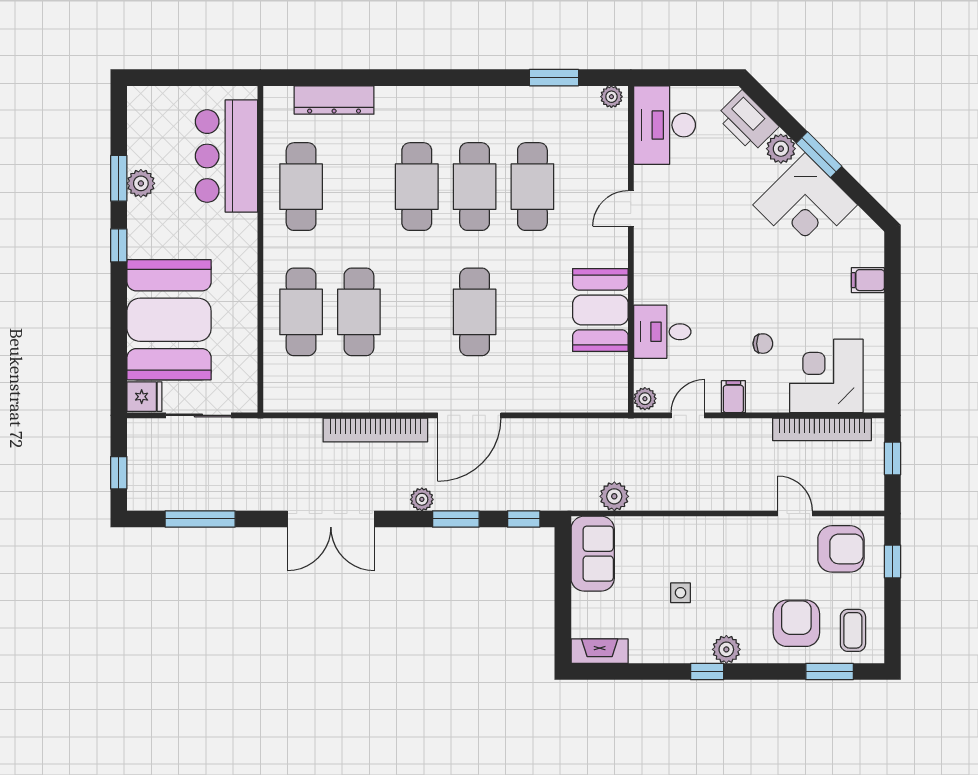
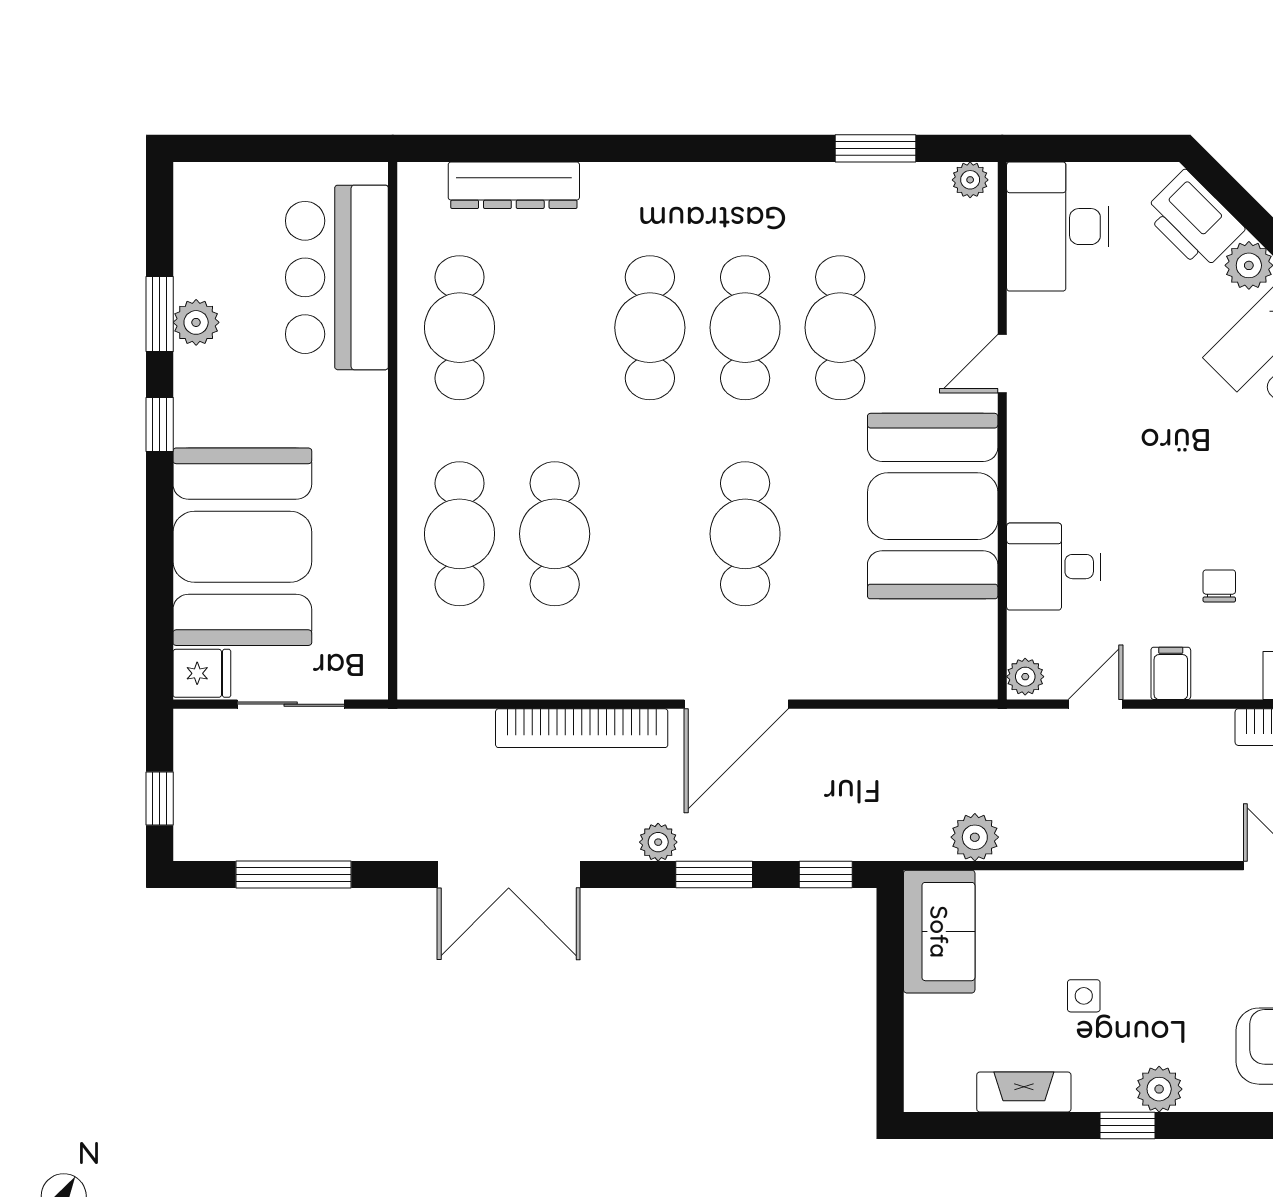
booth: (600, 310) -> (933, 506), width x1.36, depth x1.42
chair: (763, 344) -> (1219, 586), turned -90
fireplace: (600, 651) -> (1024, 1092), moved

